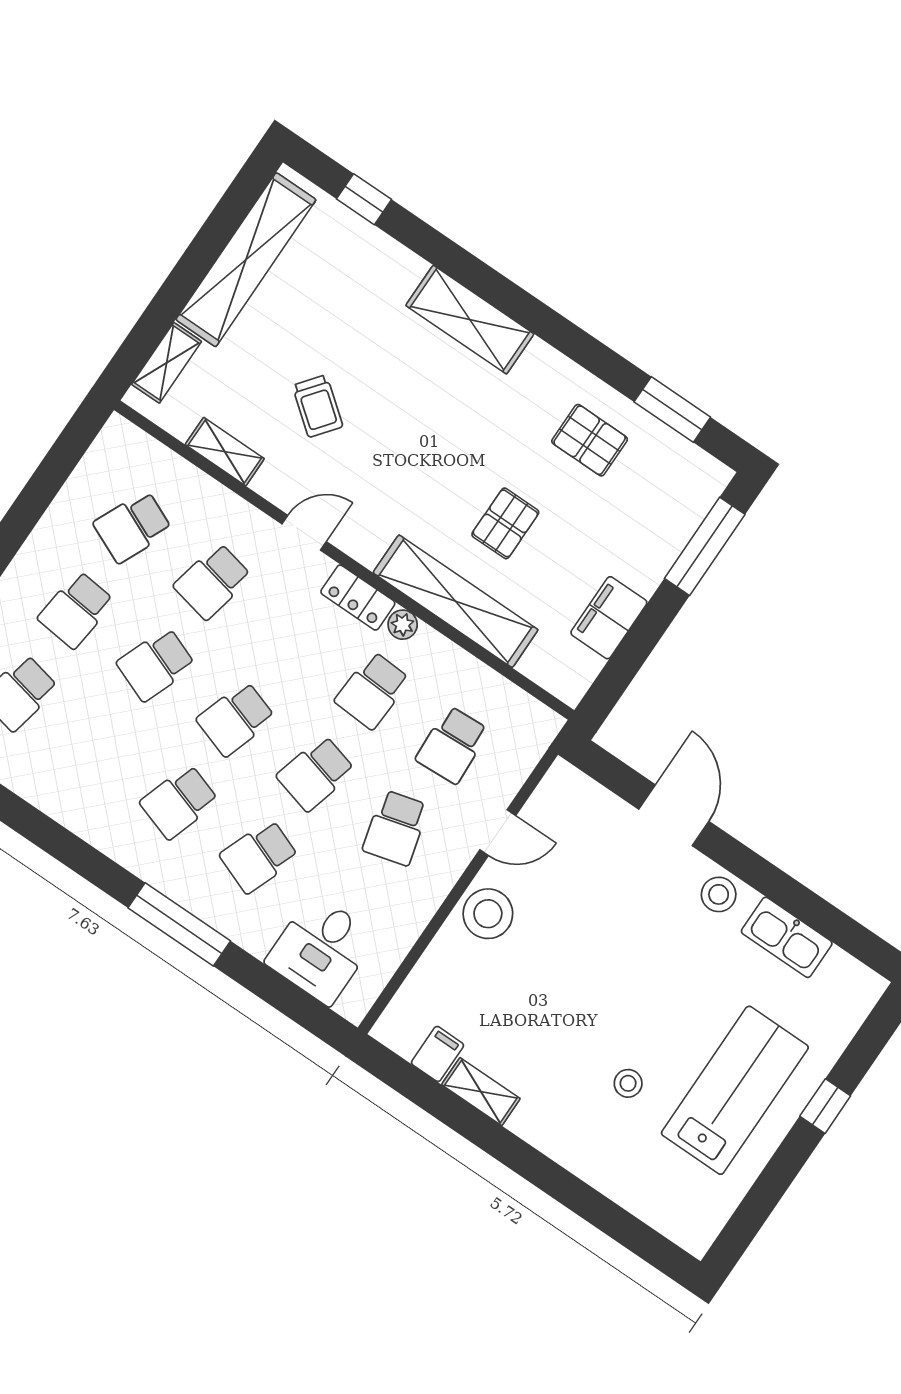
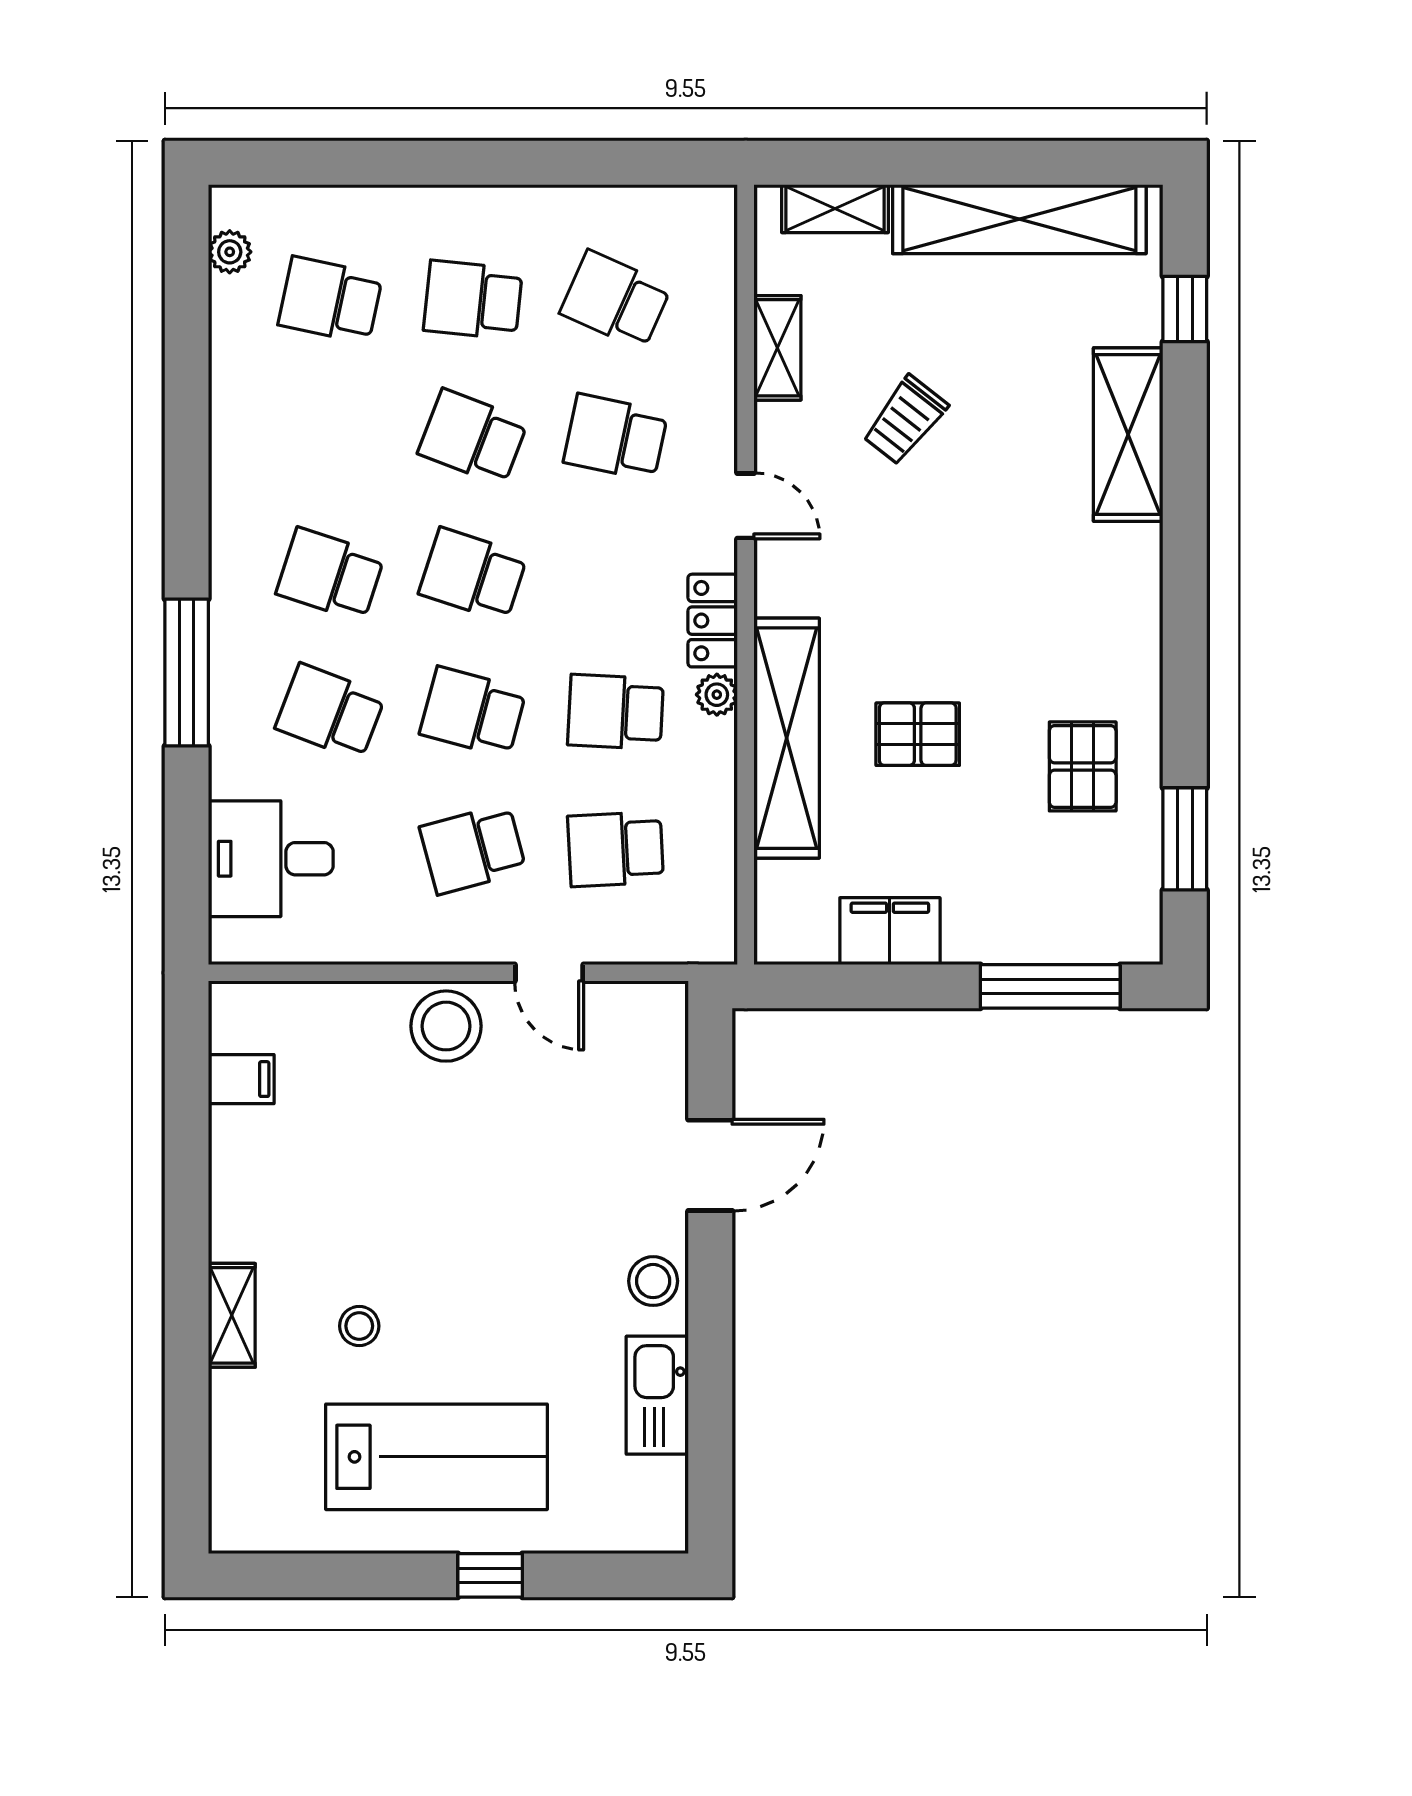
shelving: (470, 320) -> (1128, 435), moved
shelving: (481, 1092) -> (232, 1315), moved

